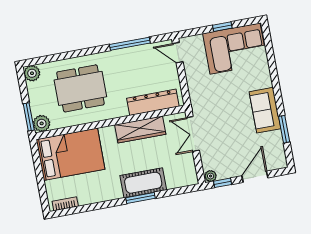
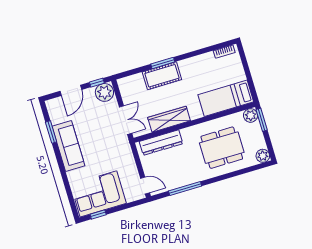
window: (222, 27) -> (98, 214), moved
sofa: (265, 110) -> (68, 146), width x1.36
bed: (70, 154) -> (226, 98), width x0.67
plant: (211, 176) -> (104, 92), width x1.88, depth x1.88

